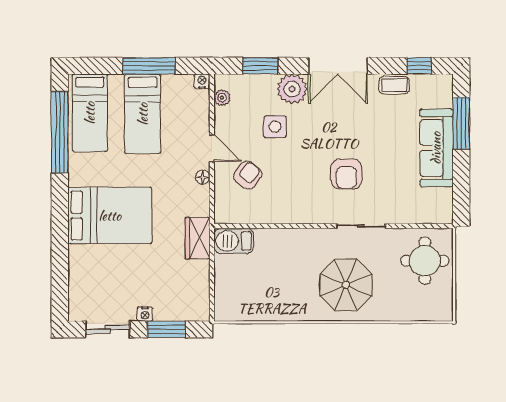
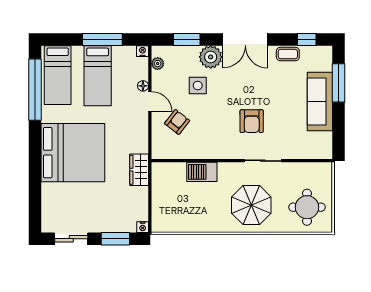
floor lamp: (203, 177) -> (143, 86), moved
bed: (110, 216) -> (73, 153), width x1.36
barbecue: (234, 241) -> (202, 172), moved
round table: (425, 261) -> (307, 207), moved
nightstand: (145, 314) -> (143, 227), moved

